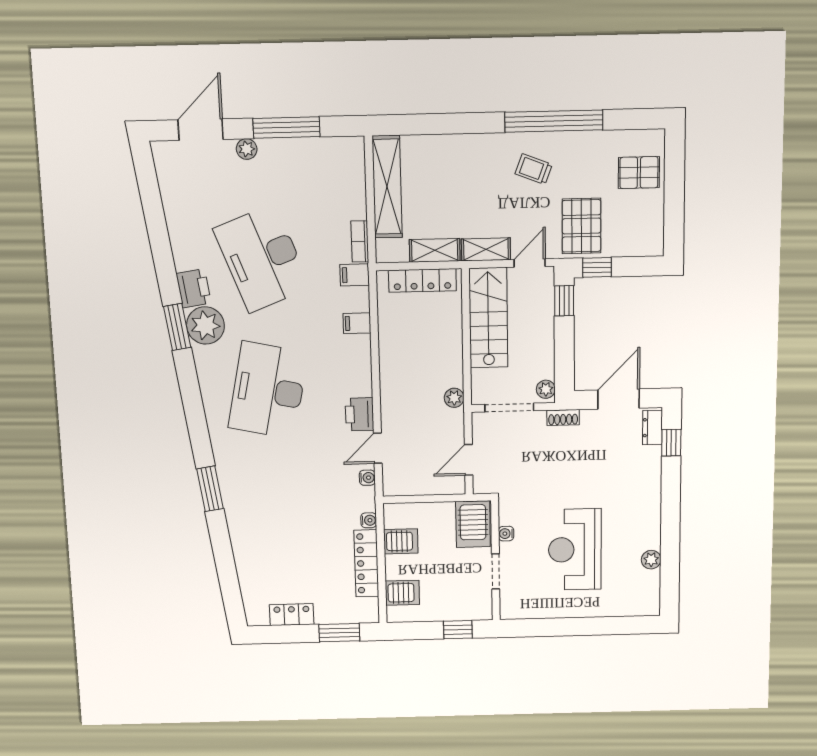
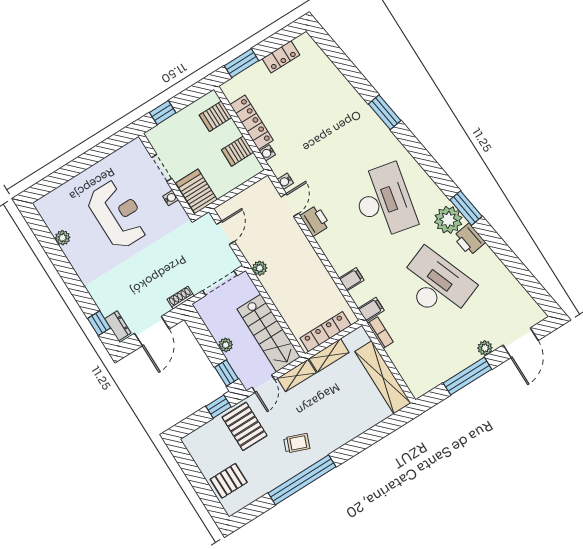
plant: (546, 389) -> (226, 345), moved

